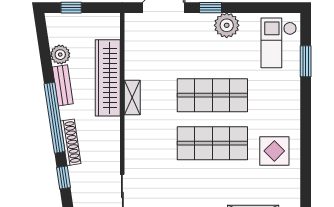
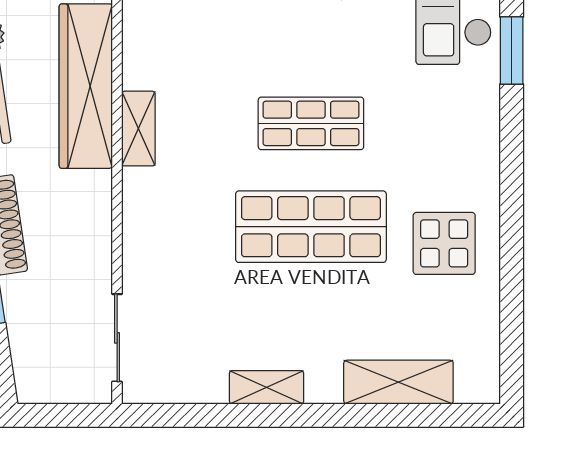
shop shelf: (212, 95) -> (311, 123), width x0.70, depth x0.74

